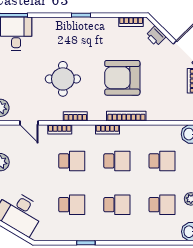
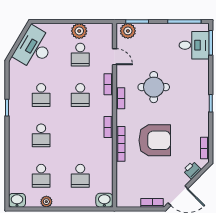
armchair: (122, 78) -> (155, 140), turned 90
door: (29, 123) -> (114, 57), swing flipped
school desk: (117, 161) -> (80, 55), moved

